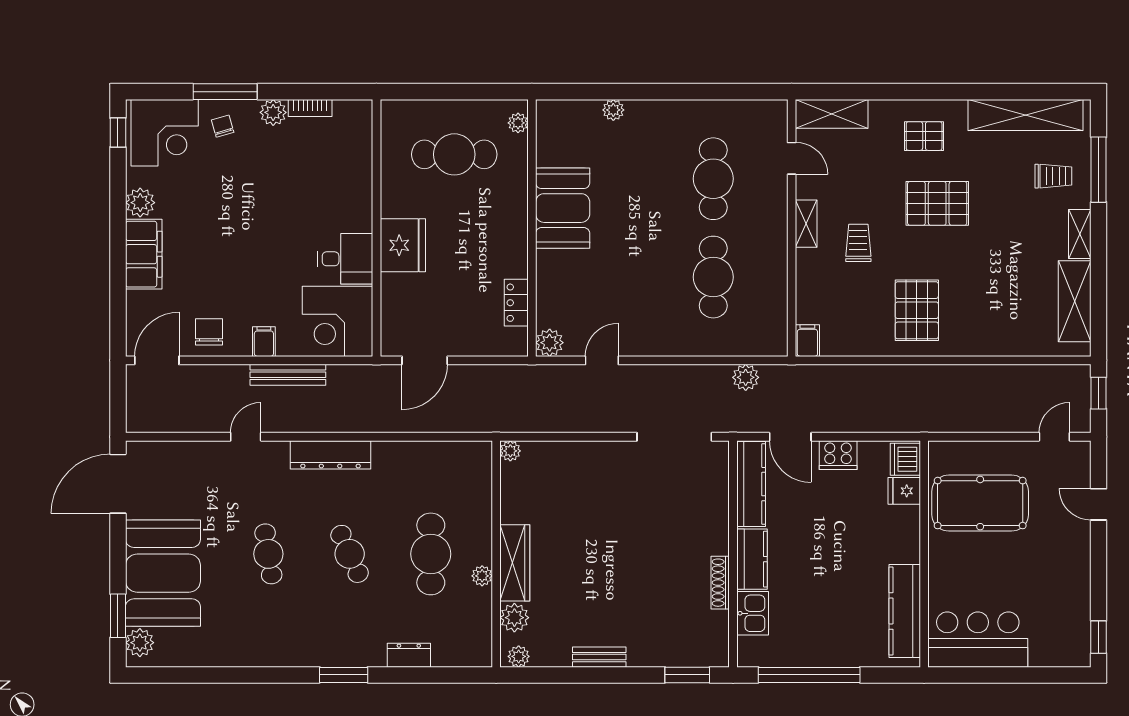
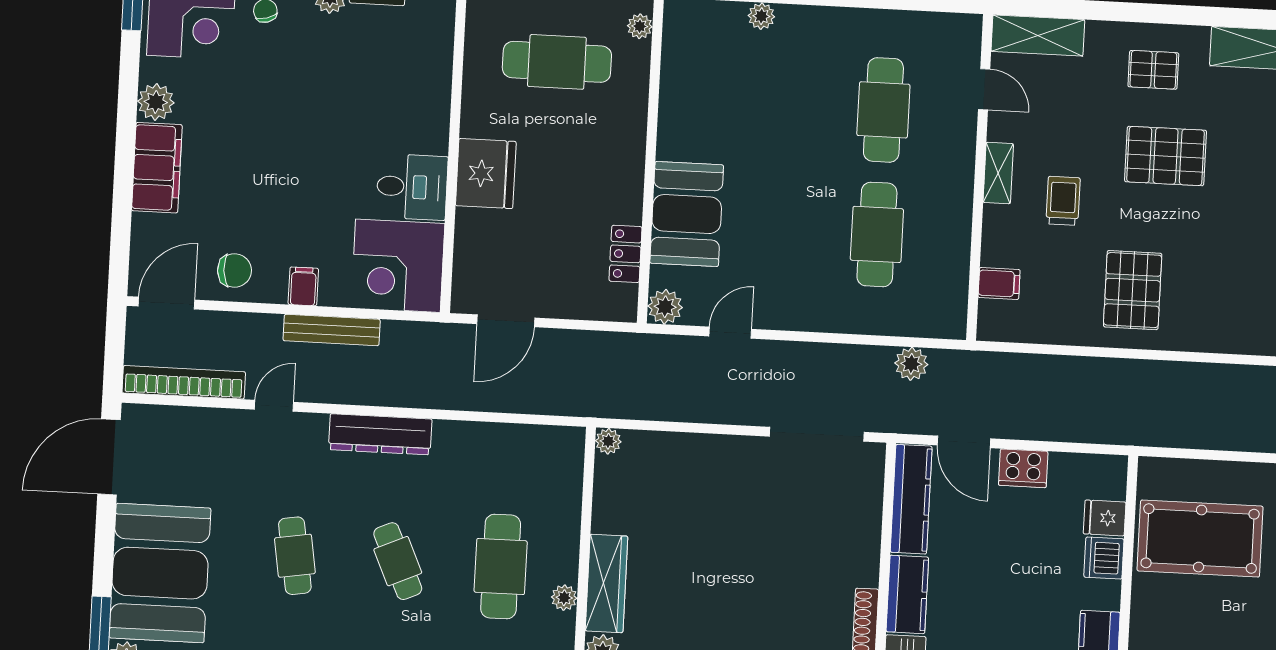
booth: (563, 208) -> (687, 214), moved
chair: (209, 332) -> (234, 270), turned 86
filing cabinet: (807, 341) -> (999, 284), moved, turned 90
bookcase: (174, 422) -> (184, 382), added
dishwasher: (905, 459) -> (1104, 558), moved

